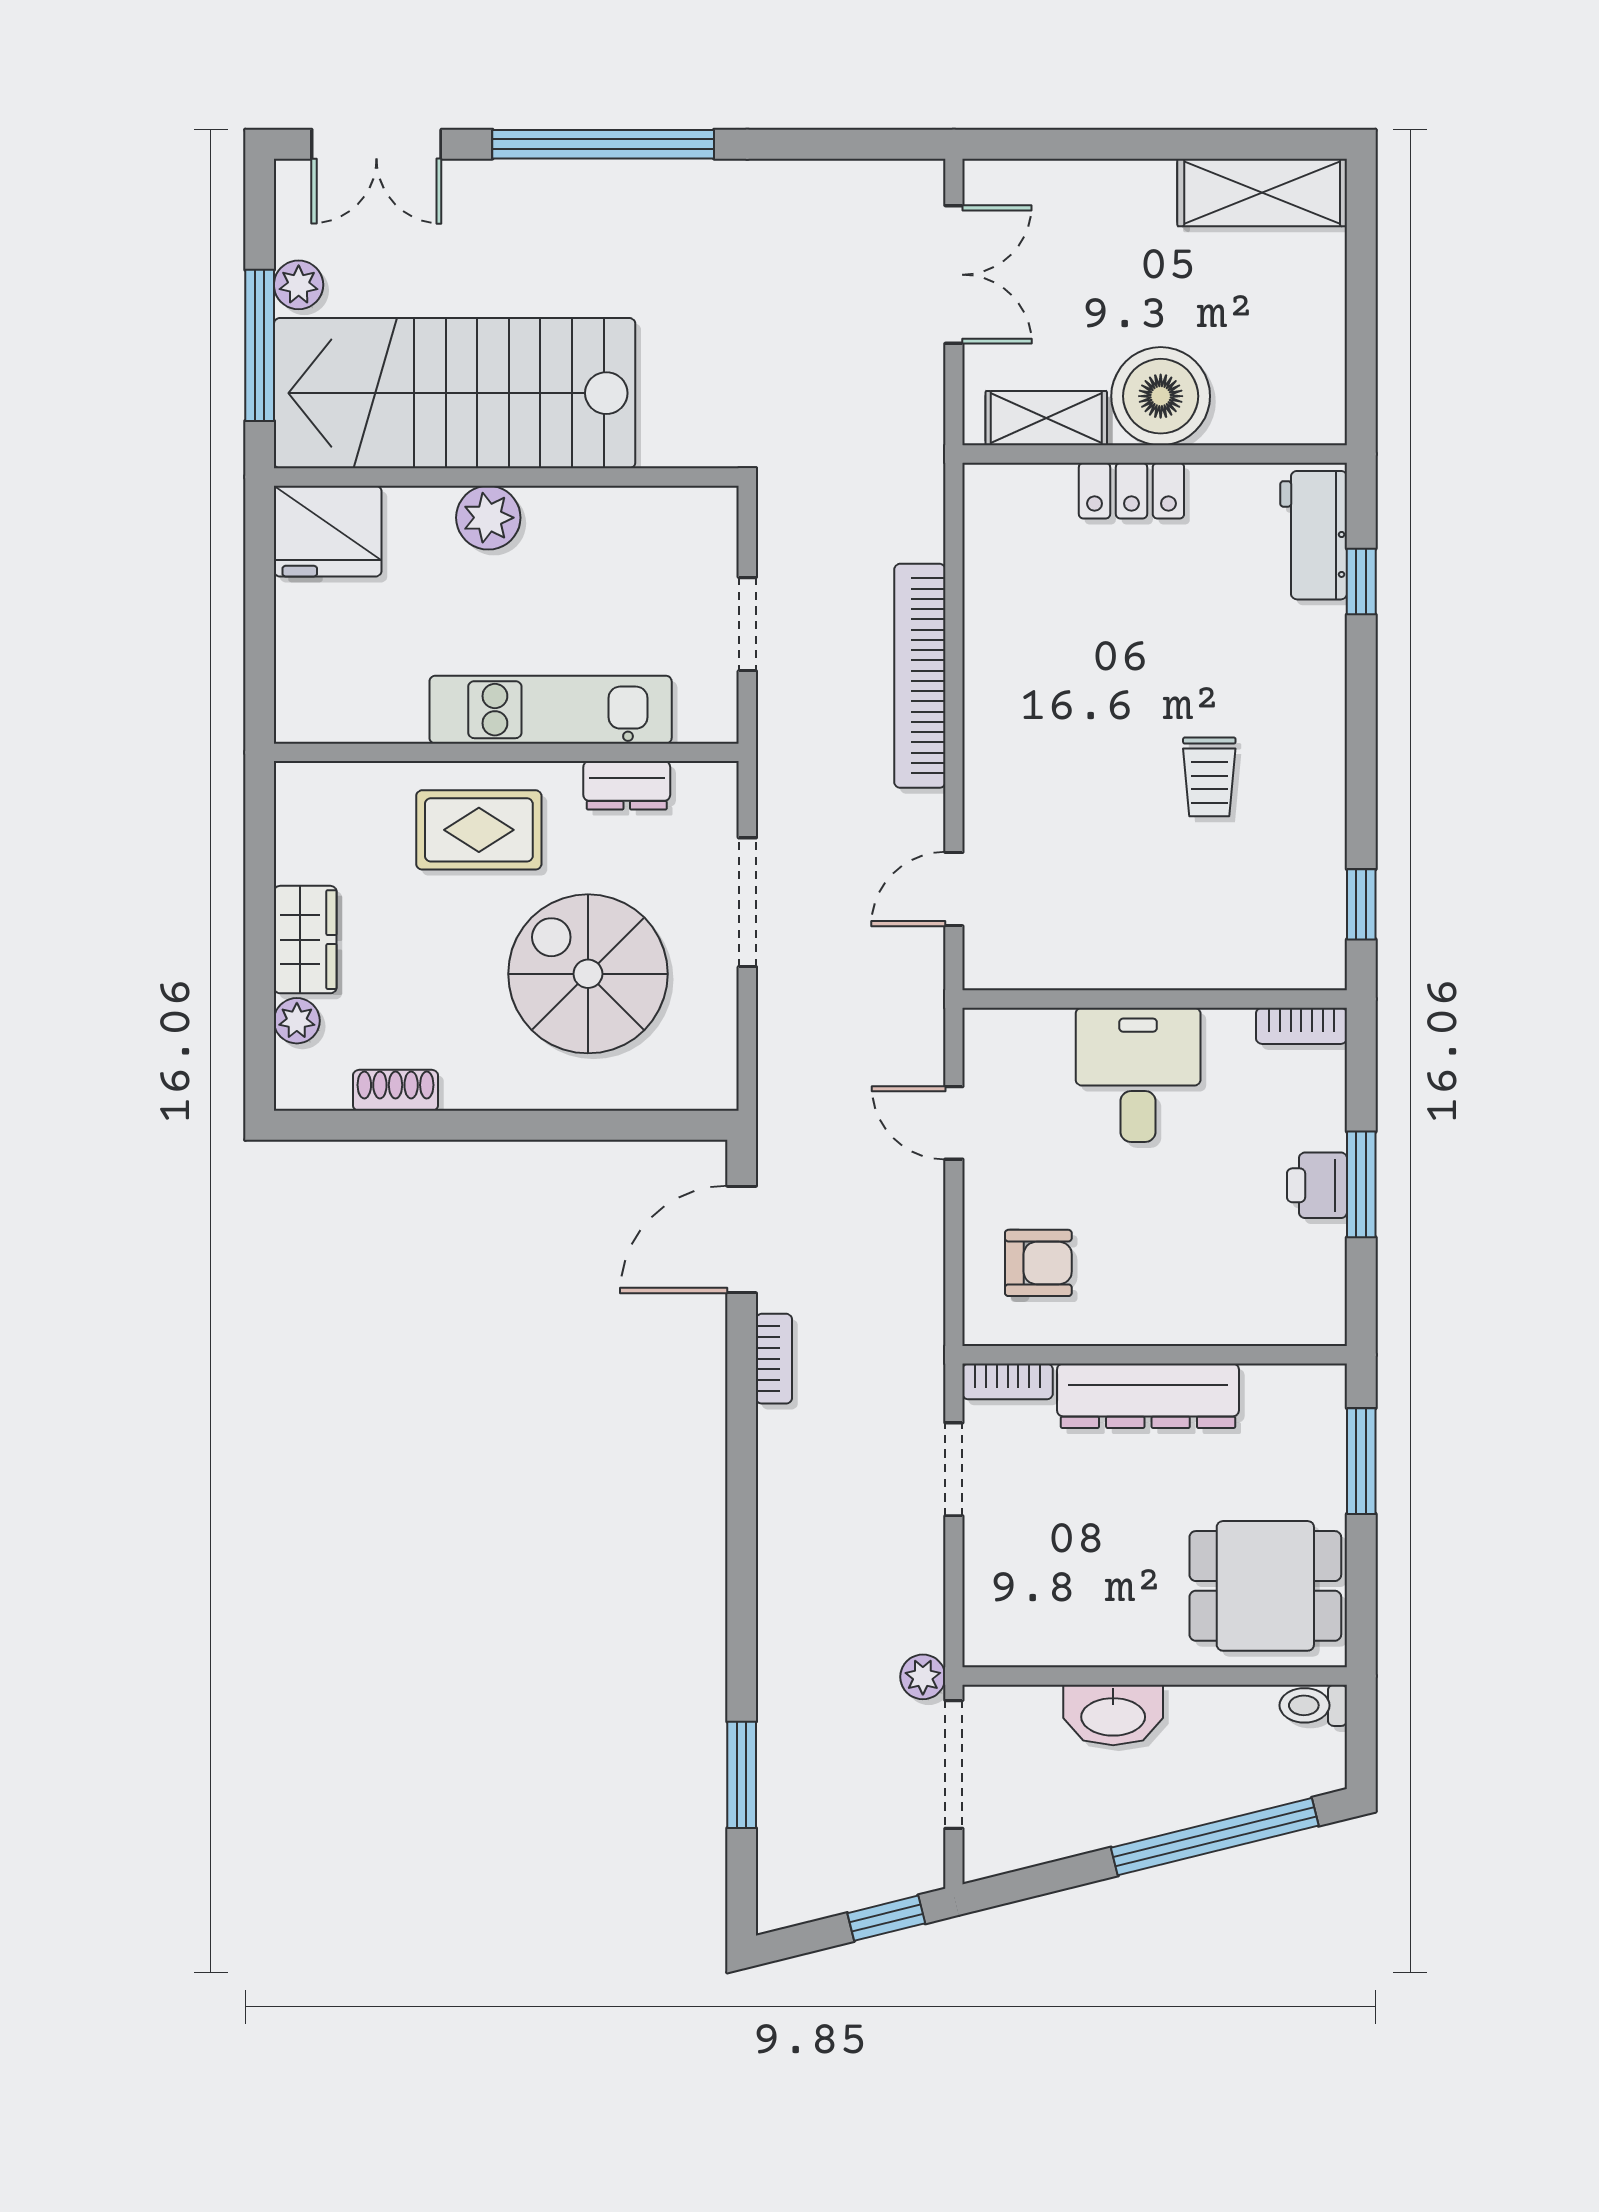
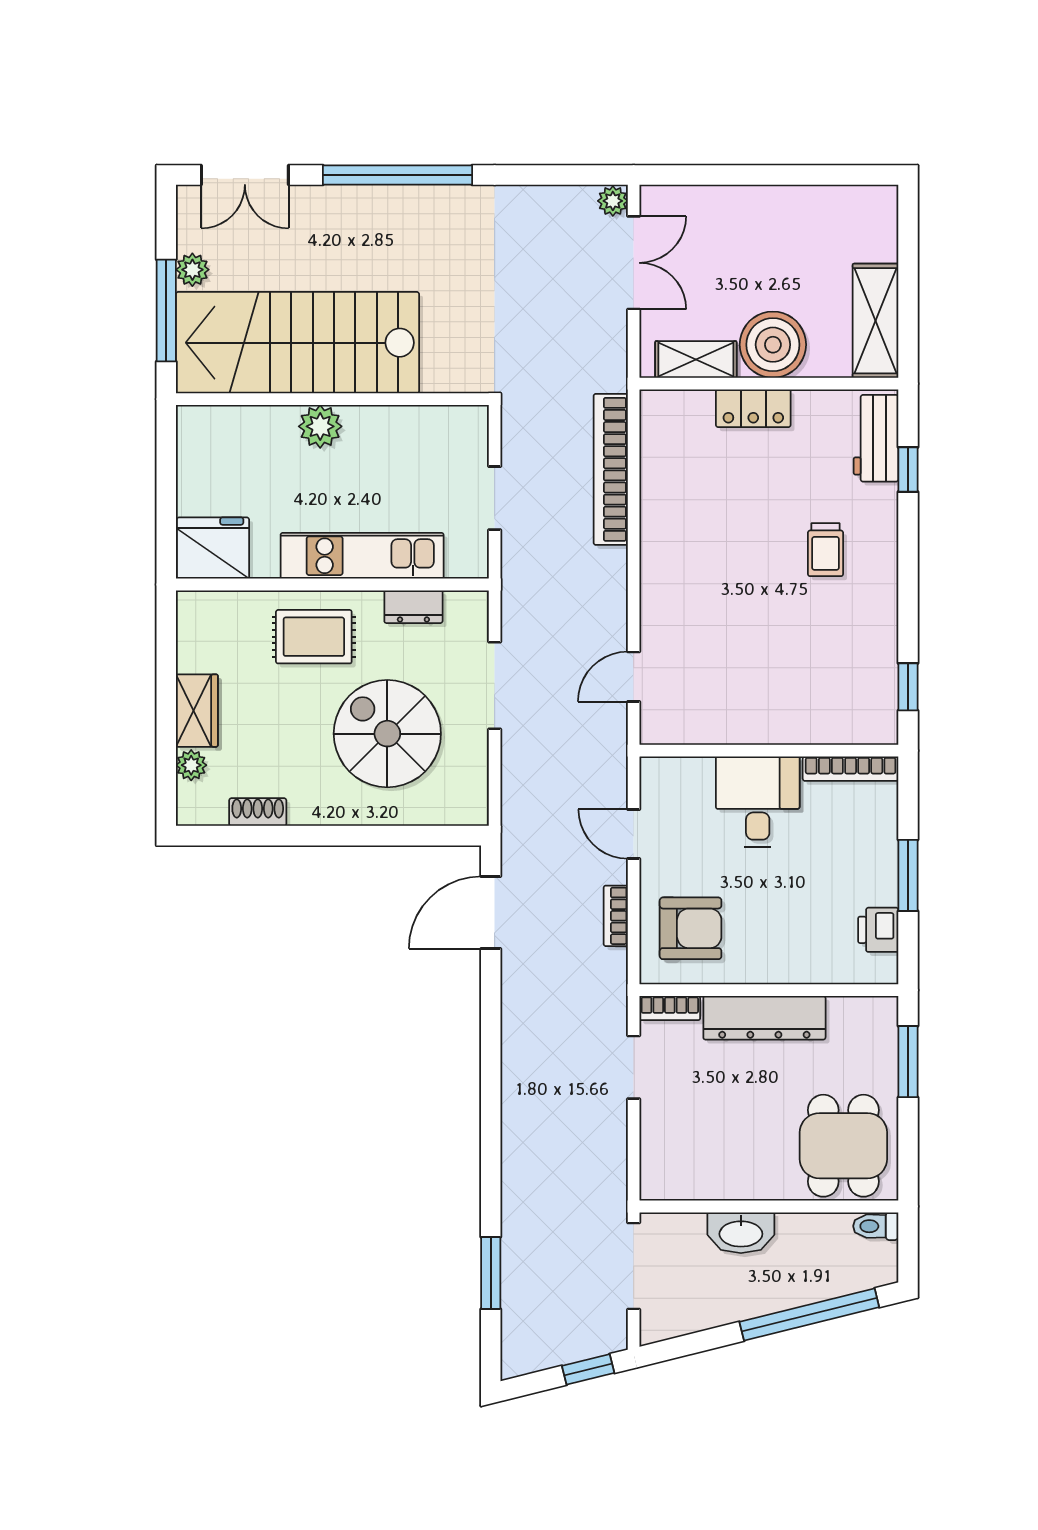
shelving: (1262, 192) -> (875, 321), moved, turned 90
fridge: (328, 531) -> (213, 548), moved, turned 180
bookcase: (920, 676) -> (611, 469), moved
trolley: (1209, 777) -> (826, 550), moved
bookcase: (1301, 1026) -> (851, 769), width x1.56
printer: (1317, 1185) -> (878, 930), moved
armchair: (1038, 1263) -> (691, 928), width x1.38, depth x1.38
bookcase: (774, 1359) -> (616, 916), moved, turned 180
dining table: (1265, 1586) -> (843, 1146), turned 90
plant: (923, 1677) -> (613, 201), moved

